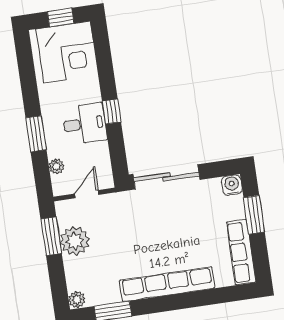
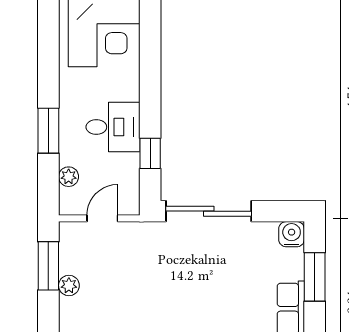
window: (111, 112) -> (150, 153), moved
plant: (75, 241) -> (69, 285), width x0.53, depth x0.53

